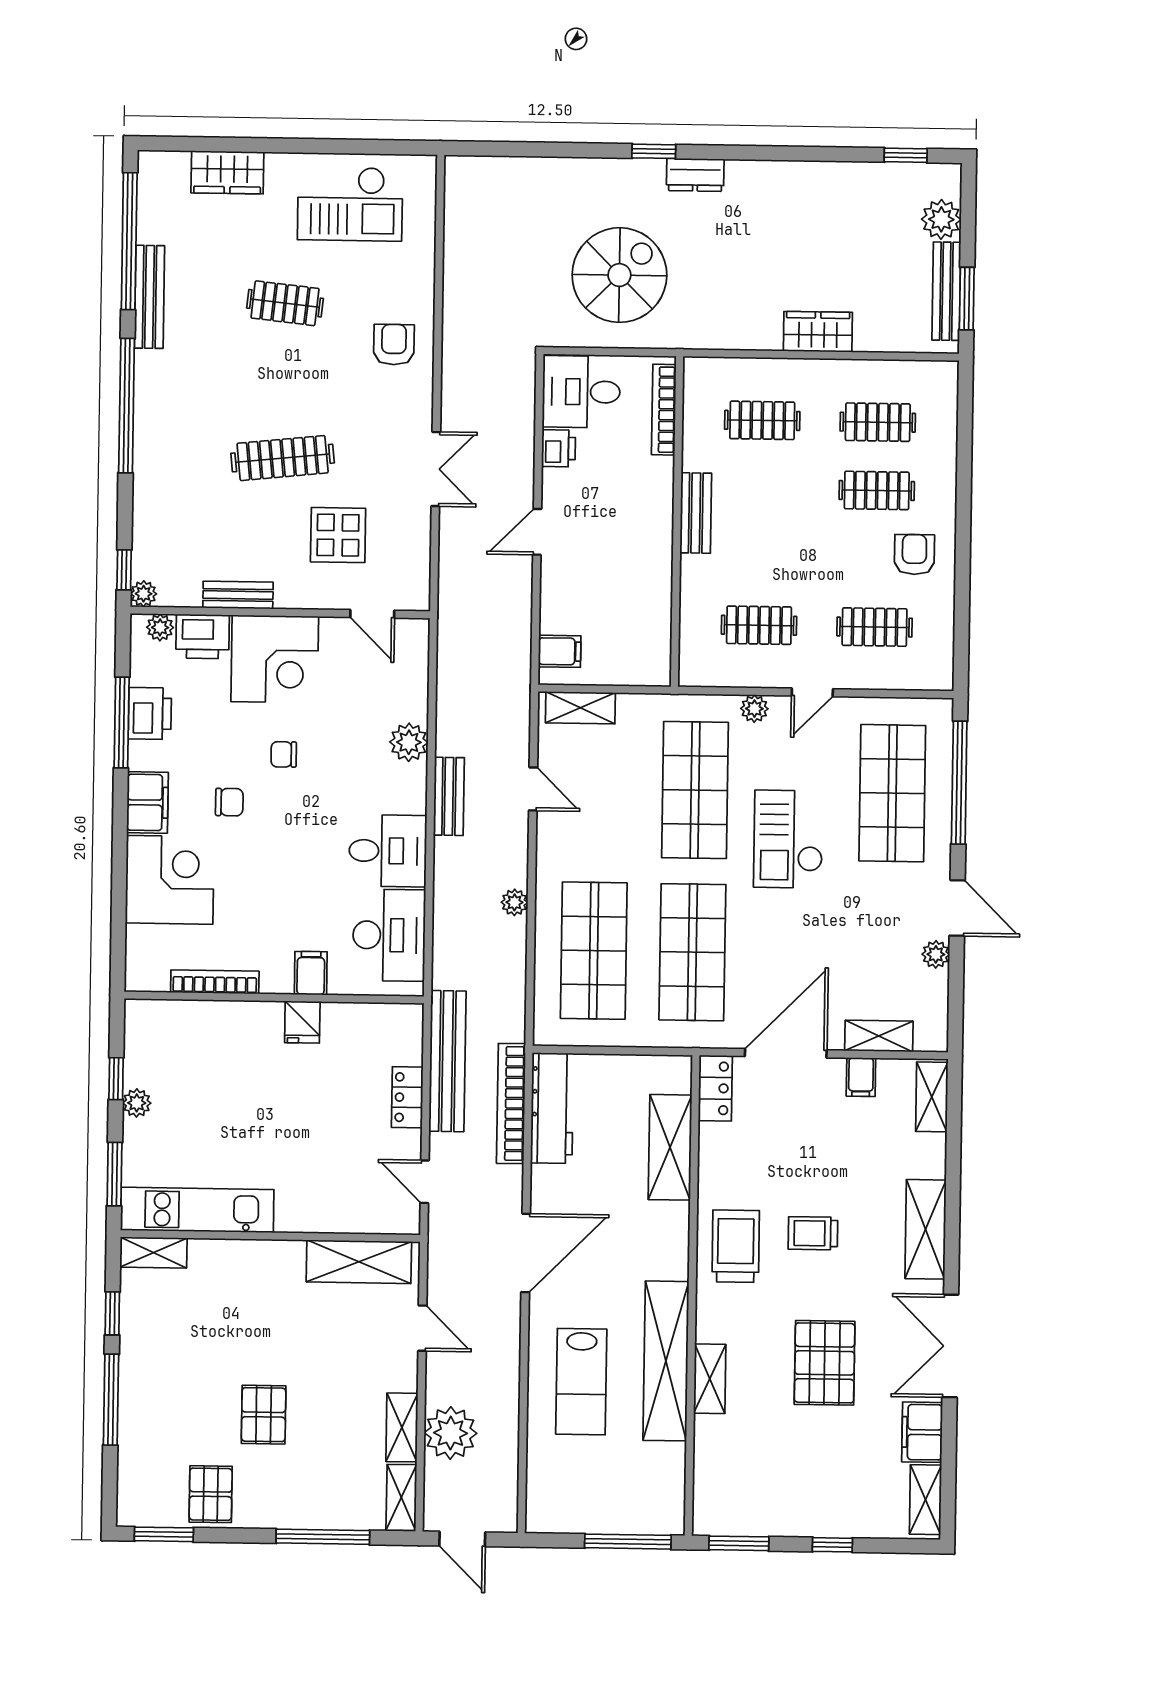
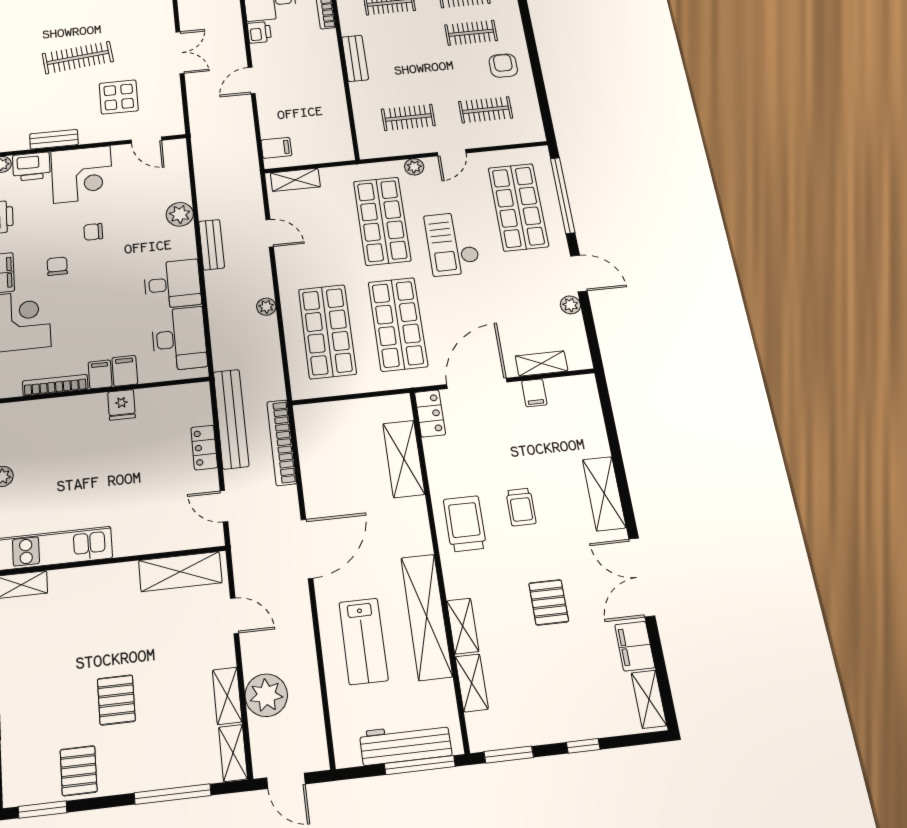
chair: (229, 802) -> (57, 266), turned -90
filing cabinet: (277, 974) -> (100, 374), added
shelving: (932, 1097) -> (472, 683), moved
workbench: (552, 1108) -> (406, 744), moved, turned -90
trolley: (813, 1233) -> (521, 507), turned -90
pallet: (825, 1363) -> (549, 602), width x0.67, depth x0.71

